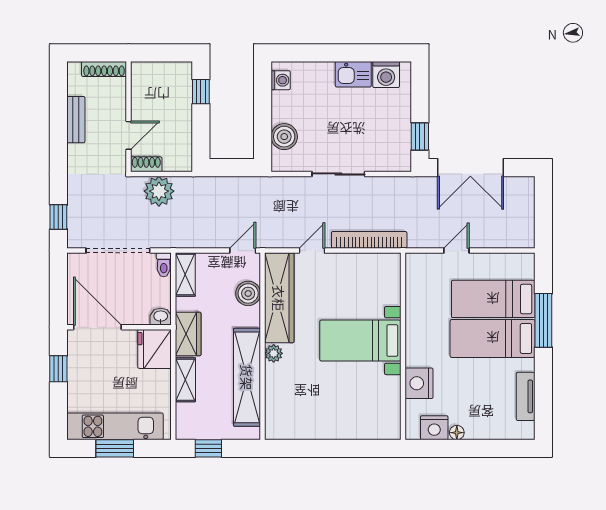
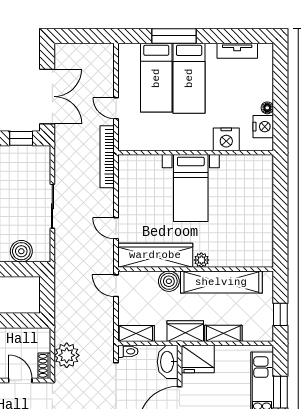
bookcase: (369, 240) -> (107, 157), moved
boiler: (248, 293) -> (169, 281), moved
washbasin: (161, 317) -> (168, 362), width x1.91, depth x1.45

